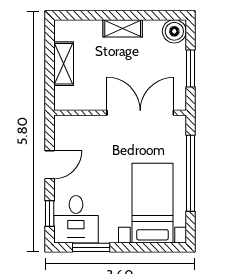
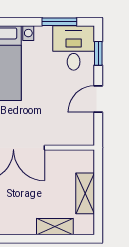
shelving: (123, 28) -> (55, 227), moved

